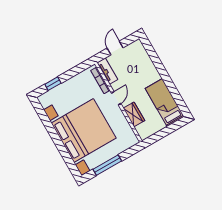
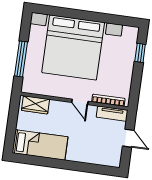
wardrobe: (134, 114) -> (36, 105), moved
window: (107, 165) -> (21, 59), moved

